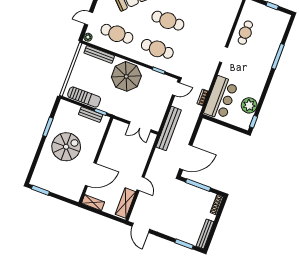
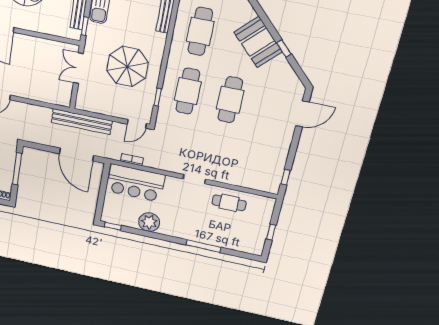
parasol: (126, 76) -> (127, 66), moved
door: (176, 89) -> (137, 124), hinge flipped
plant: (249, 105) -> (149, 222), moved
double door: (140, 127) -> (78, 68), moved
door: (186, 157) -> (76, 155), moved

